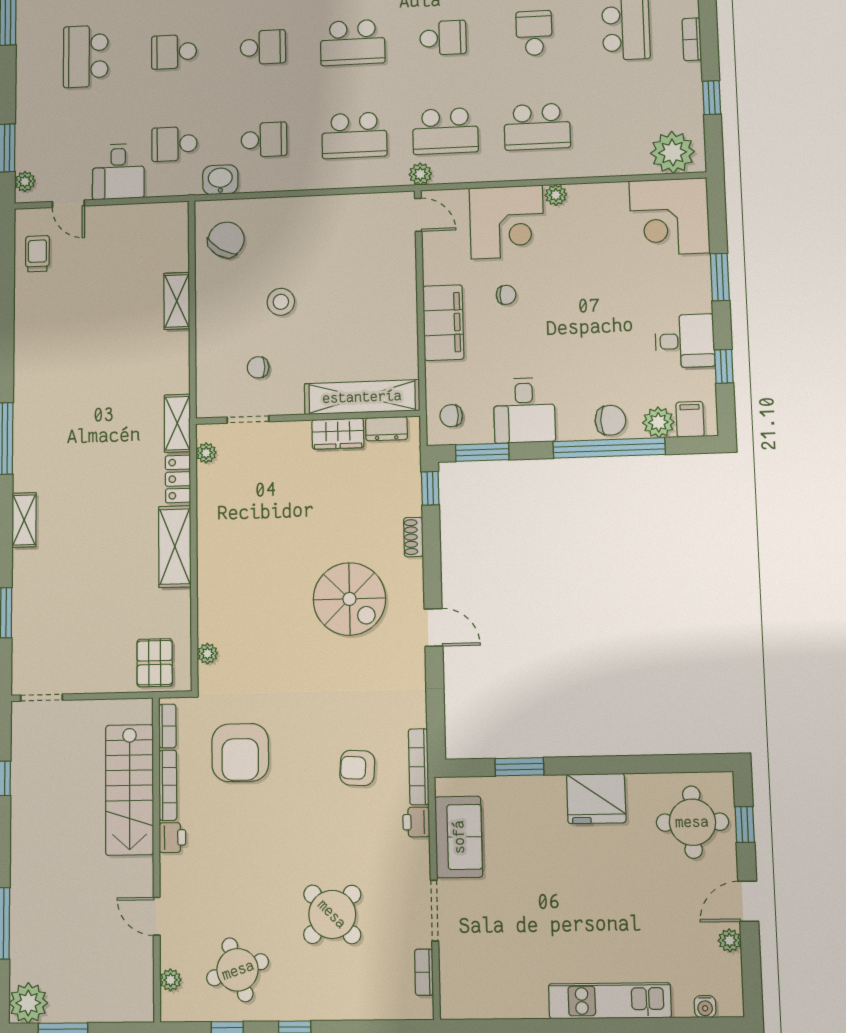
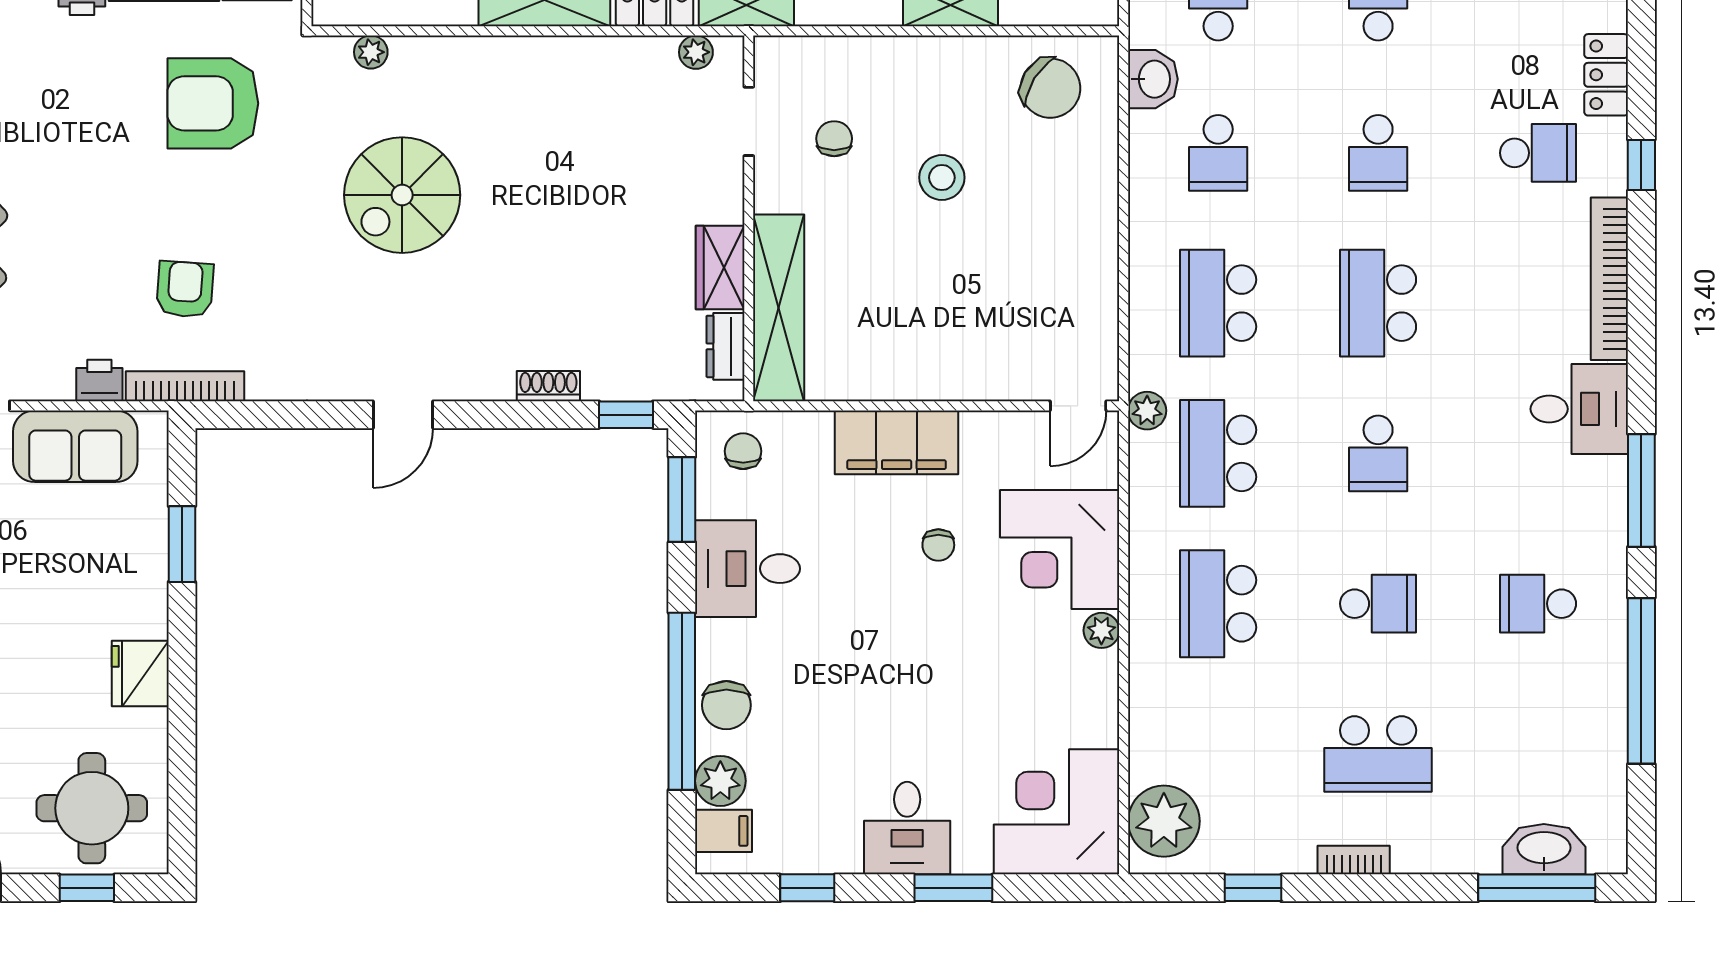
desk: (685, 341) -> (907, 828), moved
spiral stairs: (349, 599) -> (402, 195), moved
fridge: (596, 799) -> (140, 673), width x0.73, depth x0.75

